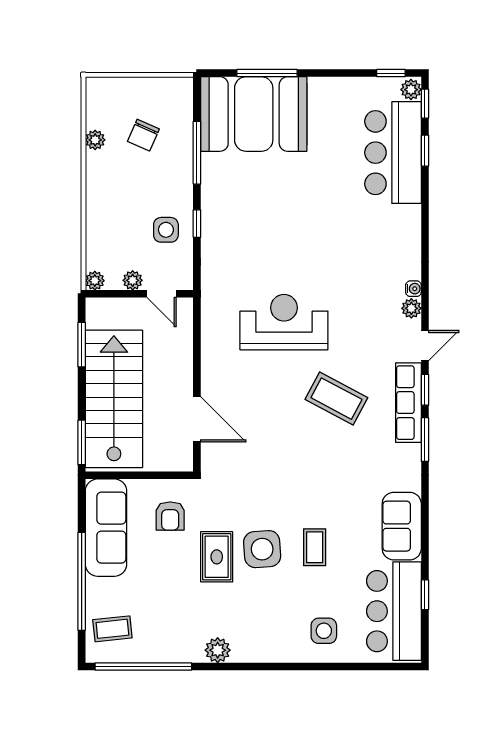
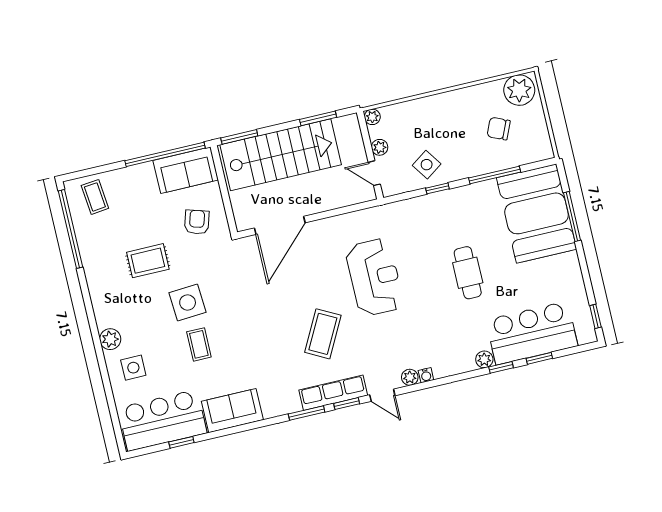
plant: (411, 90) -> (484, 359), moved
window: (425, 104) -> (501, 367), moved
plant: (95, 140) -> (519, 90), moved, width x1.88, depth x1.88
cafe table: (304, 211) -> (468, 273), added
side table: (166, 230) -> (427, 165), turned -35
door: (162, 294) -> (374, 173), hinge flipped
door: (197, 419) -> (280, 225), width x1.36
armchair: (170, 516) -> (197, 222), turned 107
sofa: (106, 528) -> (186, 170), width x0.73
coffee table: (315, 547) -> (199, 344), turned 90
rug: (217, 557) -> (148, 261), moved
window: (82, 581) -> (165, 154), moved
plant: (218, 650) -> (110, 339), moved

